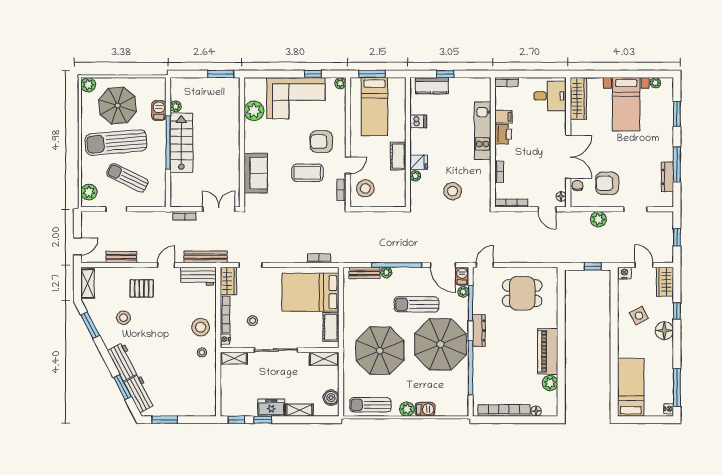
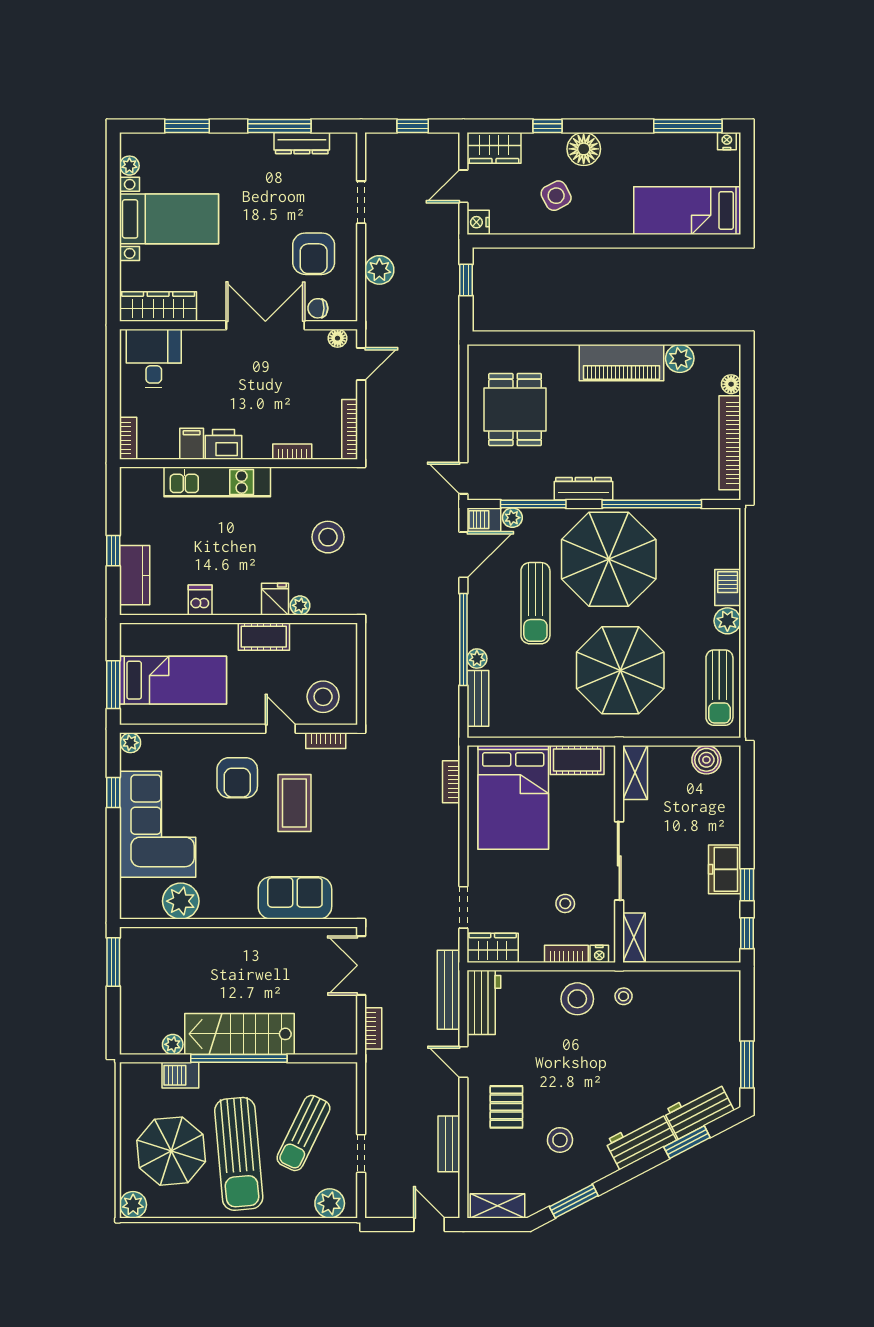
bookcase: (225, 315) -> (566, 954), width x0.64
shelving: (299, 410) -> (729, 818), removed

